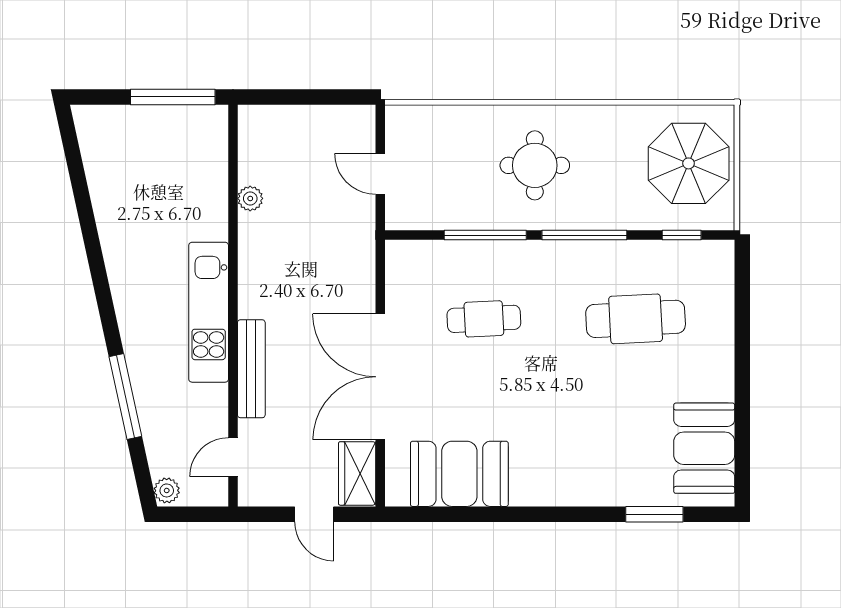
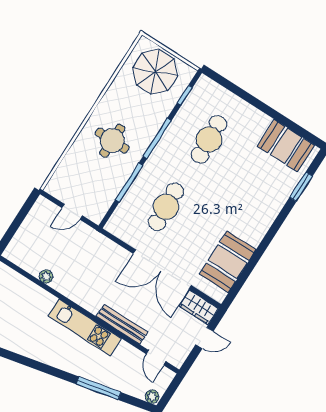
cafe table: (484, 319) -> (166, 207), width x1.37, depth x1.35

